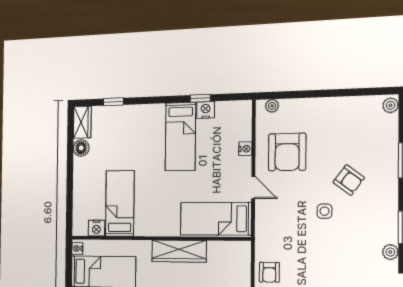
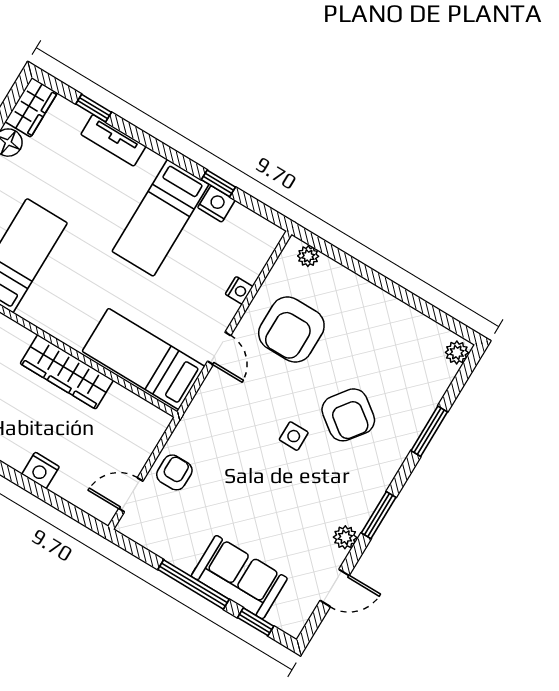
tv unit: (133, 112) -> (113, 140), added
armchair: (349, 180) -> (348, 415), width x1.38, depth x1.38
armchair: (269, 272) -> (174, 472), turned 180

